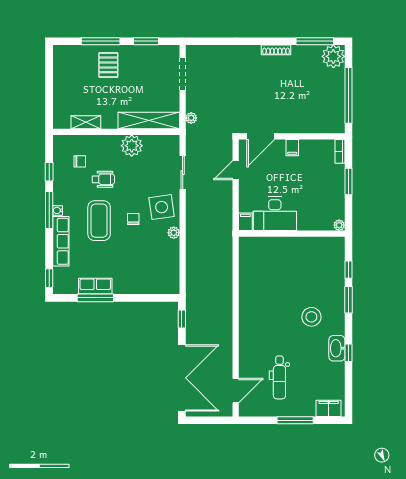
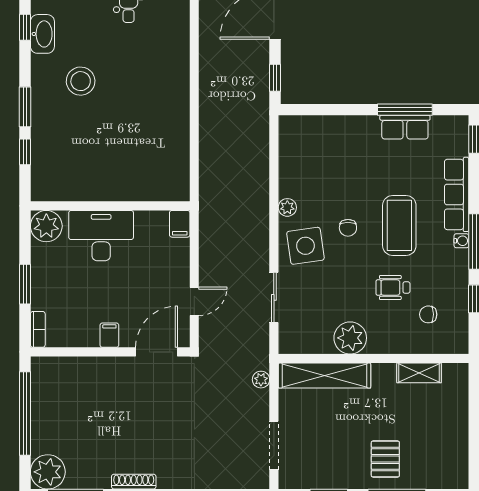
desk: (275, 214) -> (101, 236), moved
plant: (339, 225) -> (46, 226), width x1.87, depth x1.87

